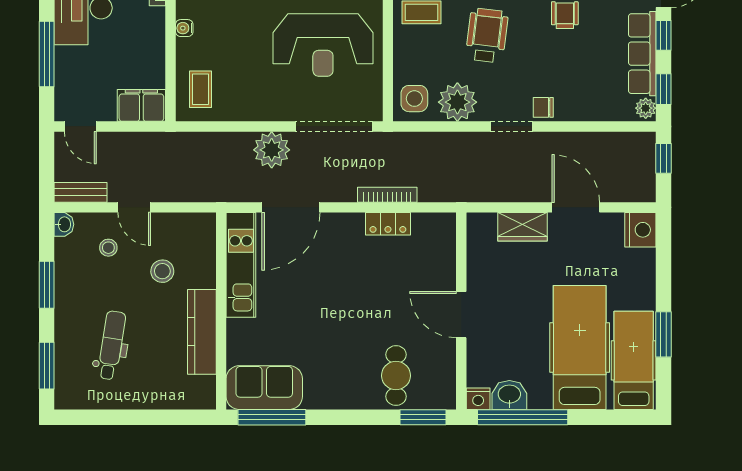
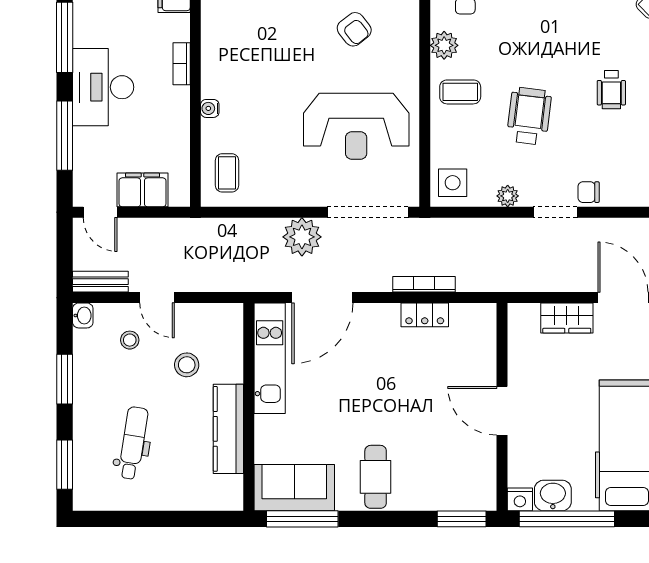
plant: (457, 102) -> (508, 196), width x0.53, depth x0.53
filing cabinet: (141, 105) -> (143, 190), moved
cafe table: (396, 376) -> (376, 477), moved

